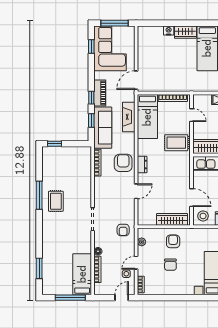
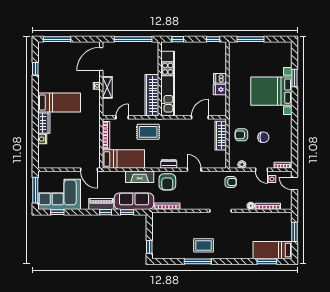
fireplace: (129, 117) -> (140, 177), moved
rug: (176, 143) -> (148, 132), turned 90
armchair: (123, 163) -> (167, 182), turned -90
stool: (203, 216) -> (217, 107), removed
bed: (82, 274) -> (272, 250), moved
window: (70, 298) -> (294, 232), width x0.69

